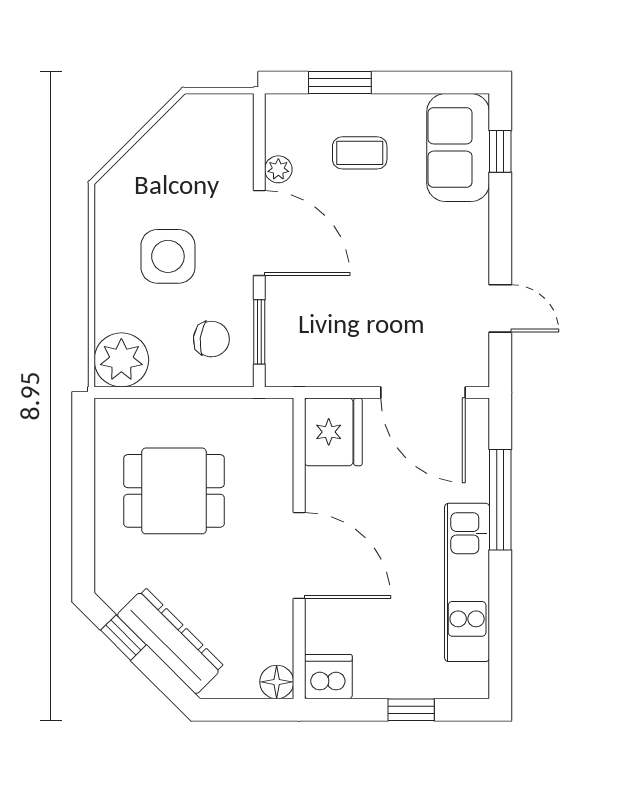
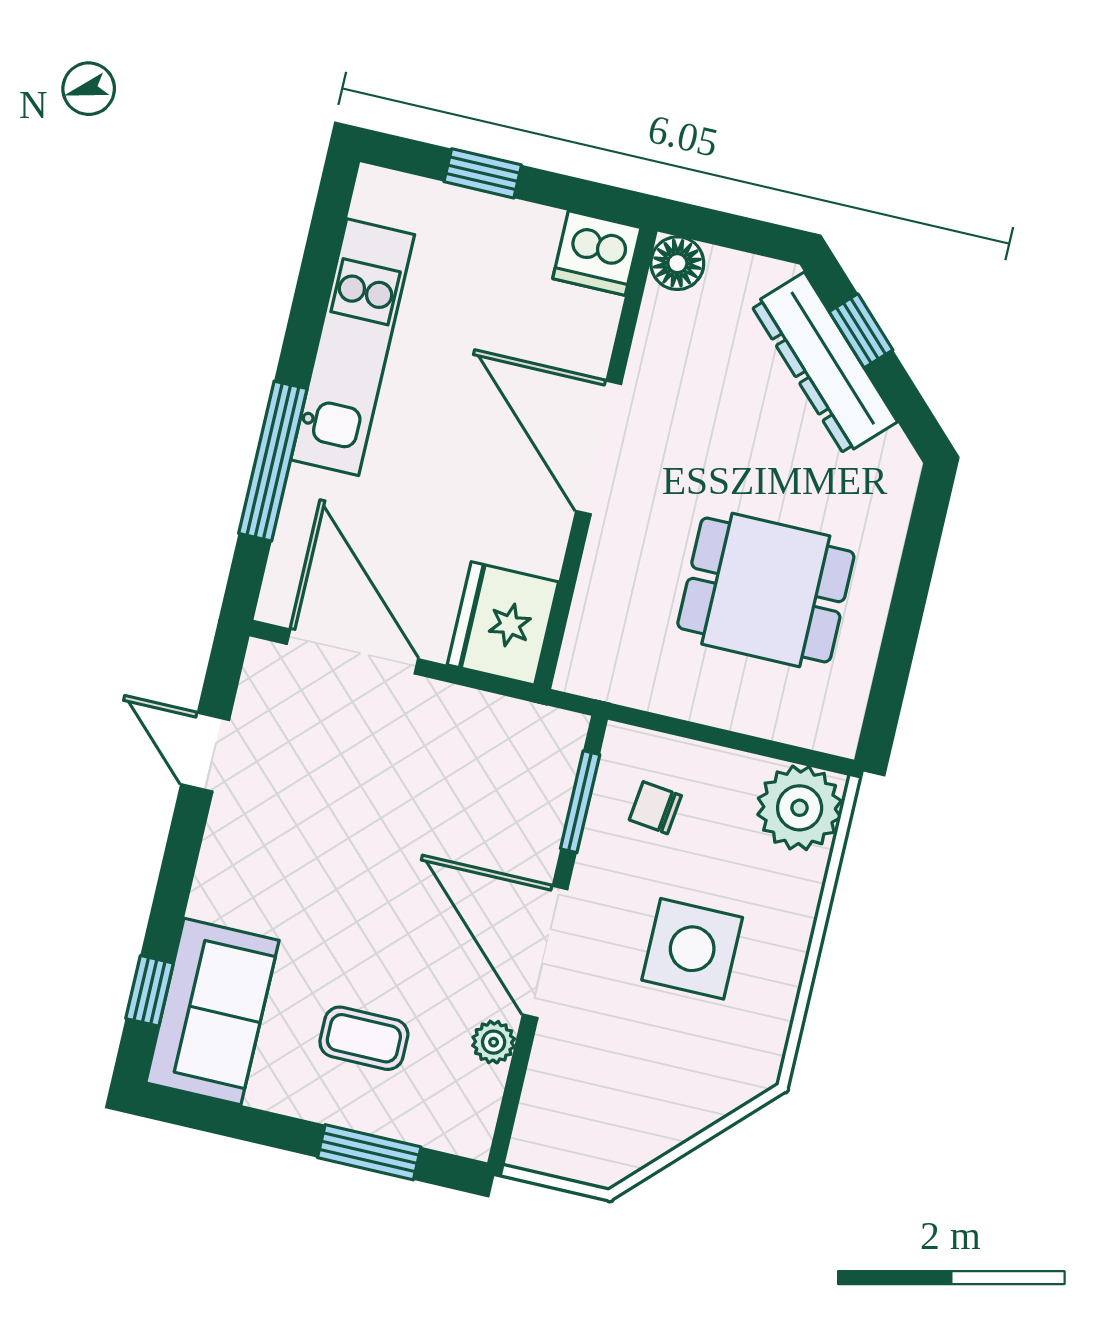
chair: (211, 339) -> (655, 808), width x0.73, depth x0.73
window: (123, 638) -> (861, 331), moved

